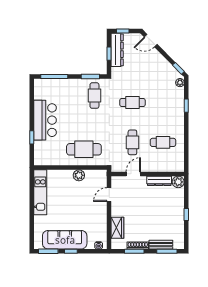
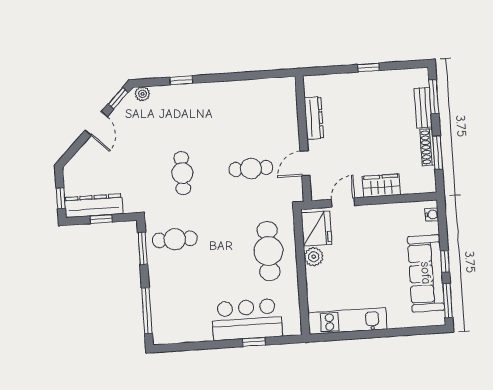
door: (151, 41) -> (96, 123), moved
bar counter: (45, 120) -> (247, 320), moved
cafe table: (163, 142) -> (247, 116), removed
door: (133, 174) -> (305, 163), hinge flipped
fridge: (95, 178) -> (316, 229), added
plant: (178, 182) -> (313, 85), removed
door: (109, 195) -> (343, 203), swing flipped
wardrobe: (117, 228) -> (381, 186), moved

